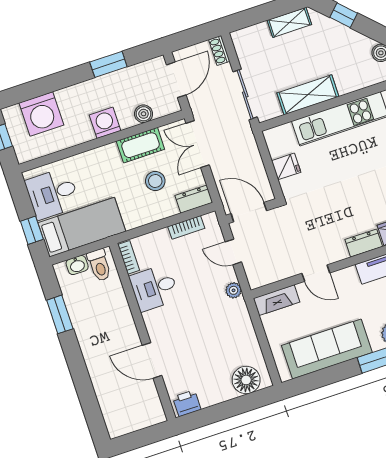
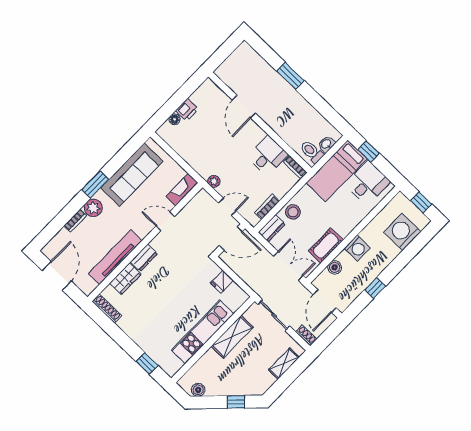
shelving: (289, 22) -> (284, 363), moved
window: (108, 64) -> (375, 288), width x0.67
stool: (155, 181) -> (293, 212), moved
window: (60, 314) -> (290, 76), moved
door: (152, 360) -> (244, 107), swing flipped
floor lamp: (246, 380) -> (175, 119), width x0.53, depth x0.53
printer: (187, 403) -> (187, 110), moved

